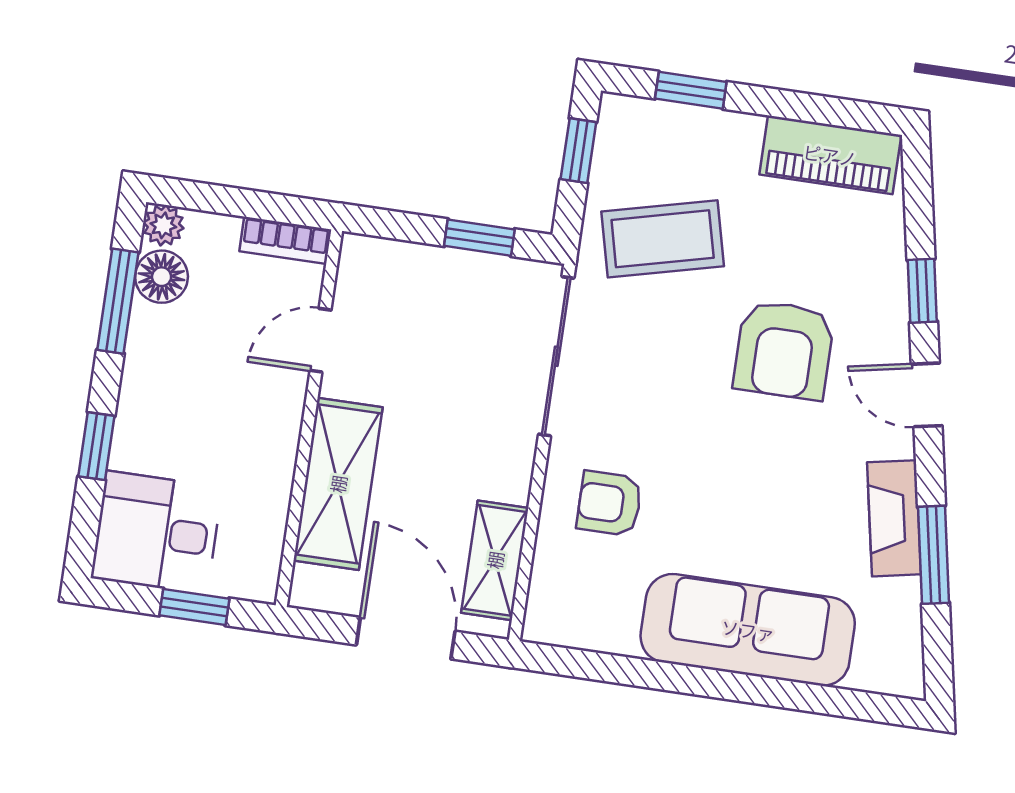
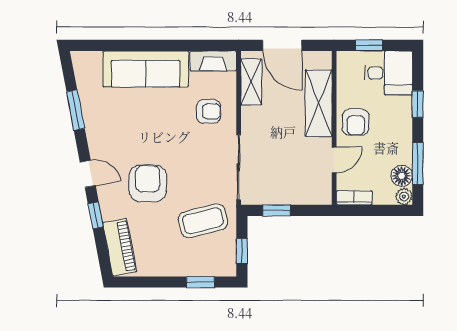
piano: (830, 155) -> (120, 247), moved, turned 79
armchair: (254, 425) -> (356, 122), added
fireplace: (894, 518) -> (213, 61), moved, turned 101

